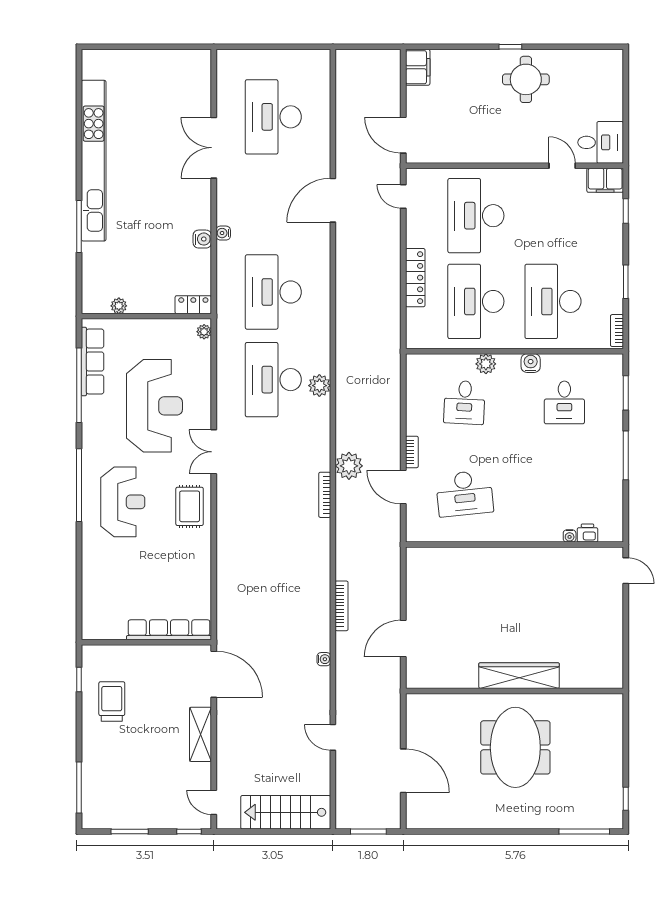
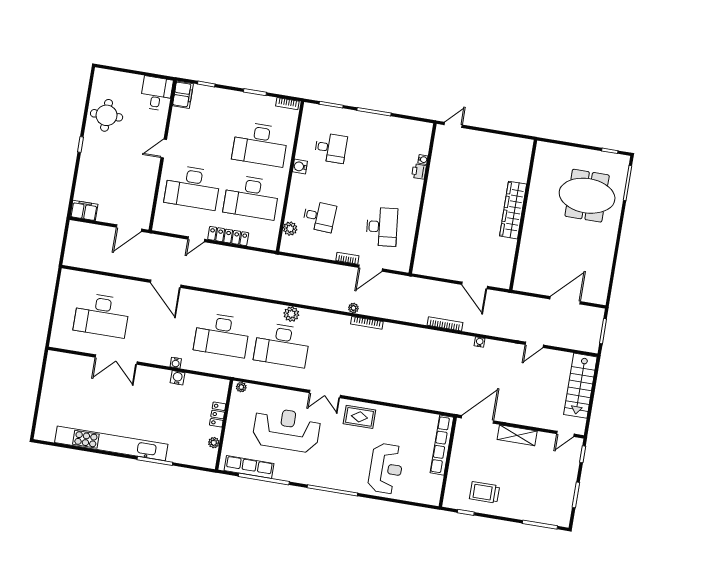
round table: (526, 79) -> (107, 115), moved
door: (562, 166) -> (164, 149), moved
door: (403, 196) -> (196, 239), moved
locker: (193, 305) -> (218, 415), moved
plant: (486, 364) -> (290, 229), moved
plant: (349, 466) -> (353, 308), width x0.53, depth x0.53
reception desk: (123, 502) -> (386, 469), moved, turned 90
printer: (587, 533) -> (419, 171), moved
meeting table: (515, 747) -> (587, 196), moved

